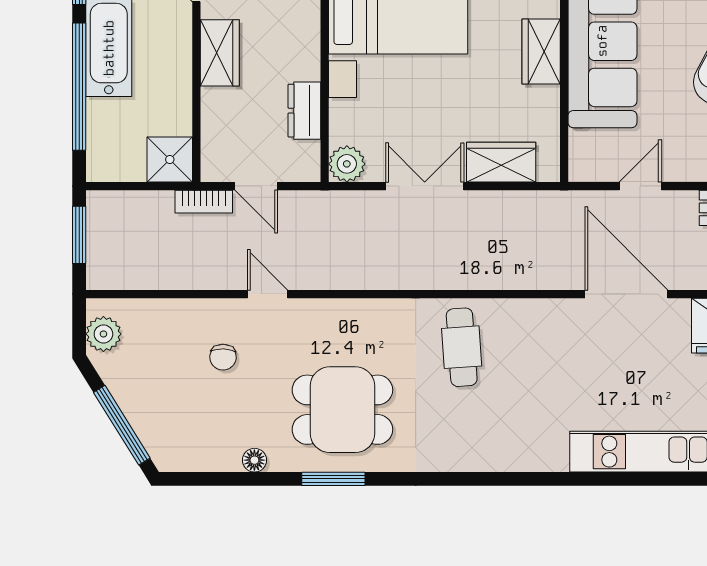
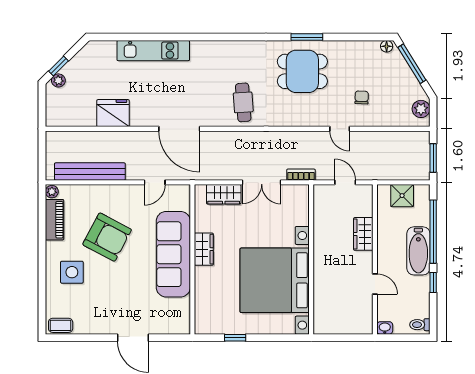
wardrobe: (220, 53) -> (363, 234), moved
dresser: (304, 111) -> (321, 220), removed
shower: (170, 159) -> (402, 196), moved
plant: (347, 164) -> (300, 193), removed
bookcase: (204, 202) -> (301, 175), moved
door: (626, 294) -> (179, 129), moved
floor lamp: (254, 460) -> (387, 46), moved

